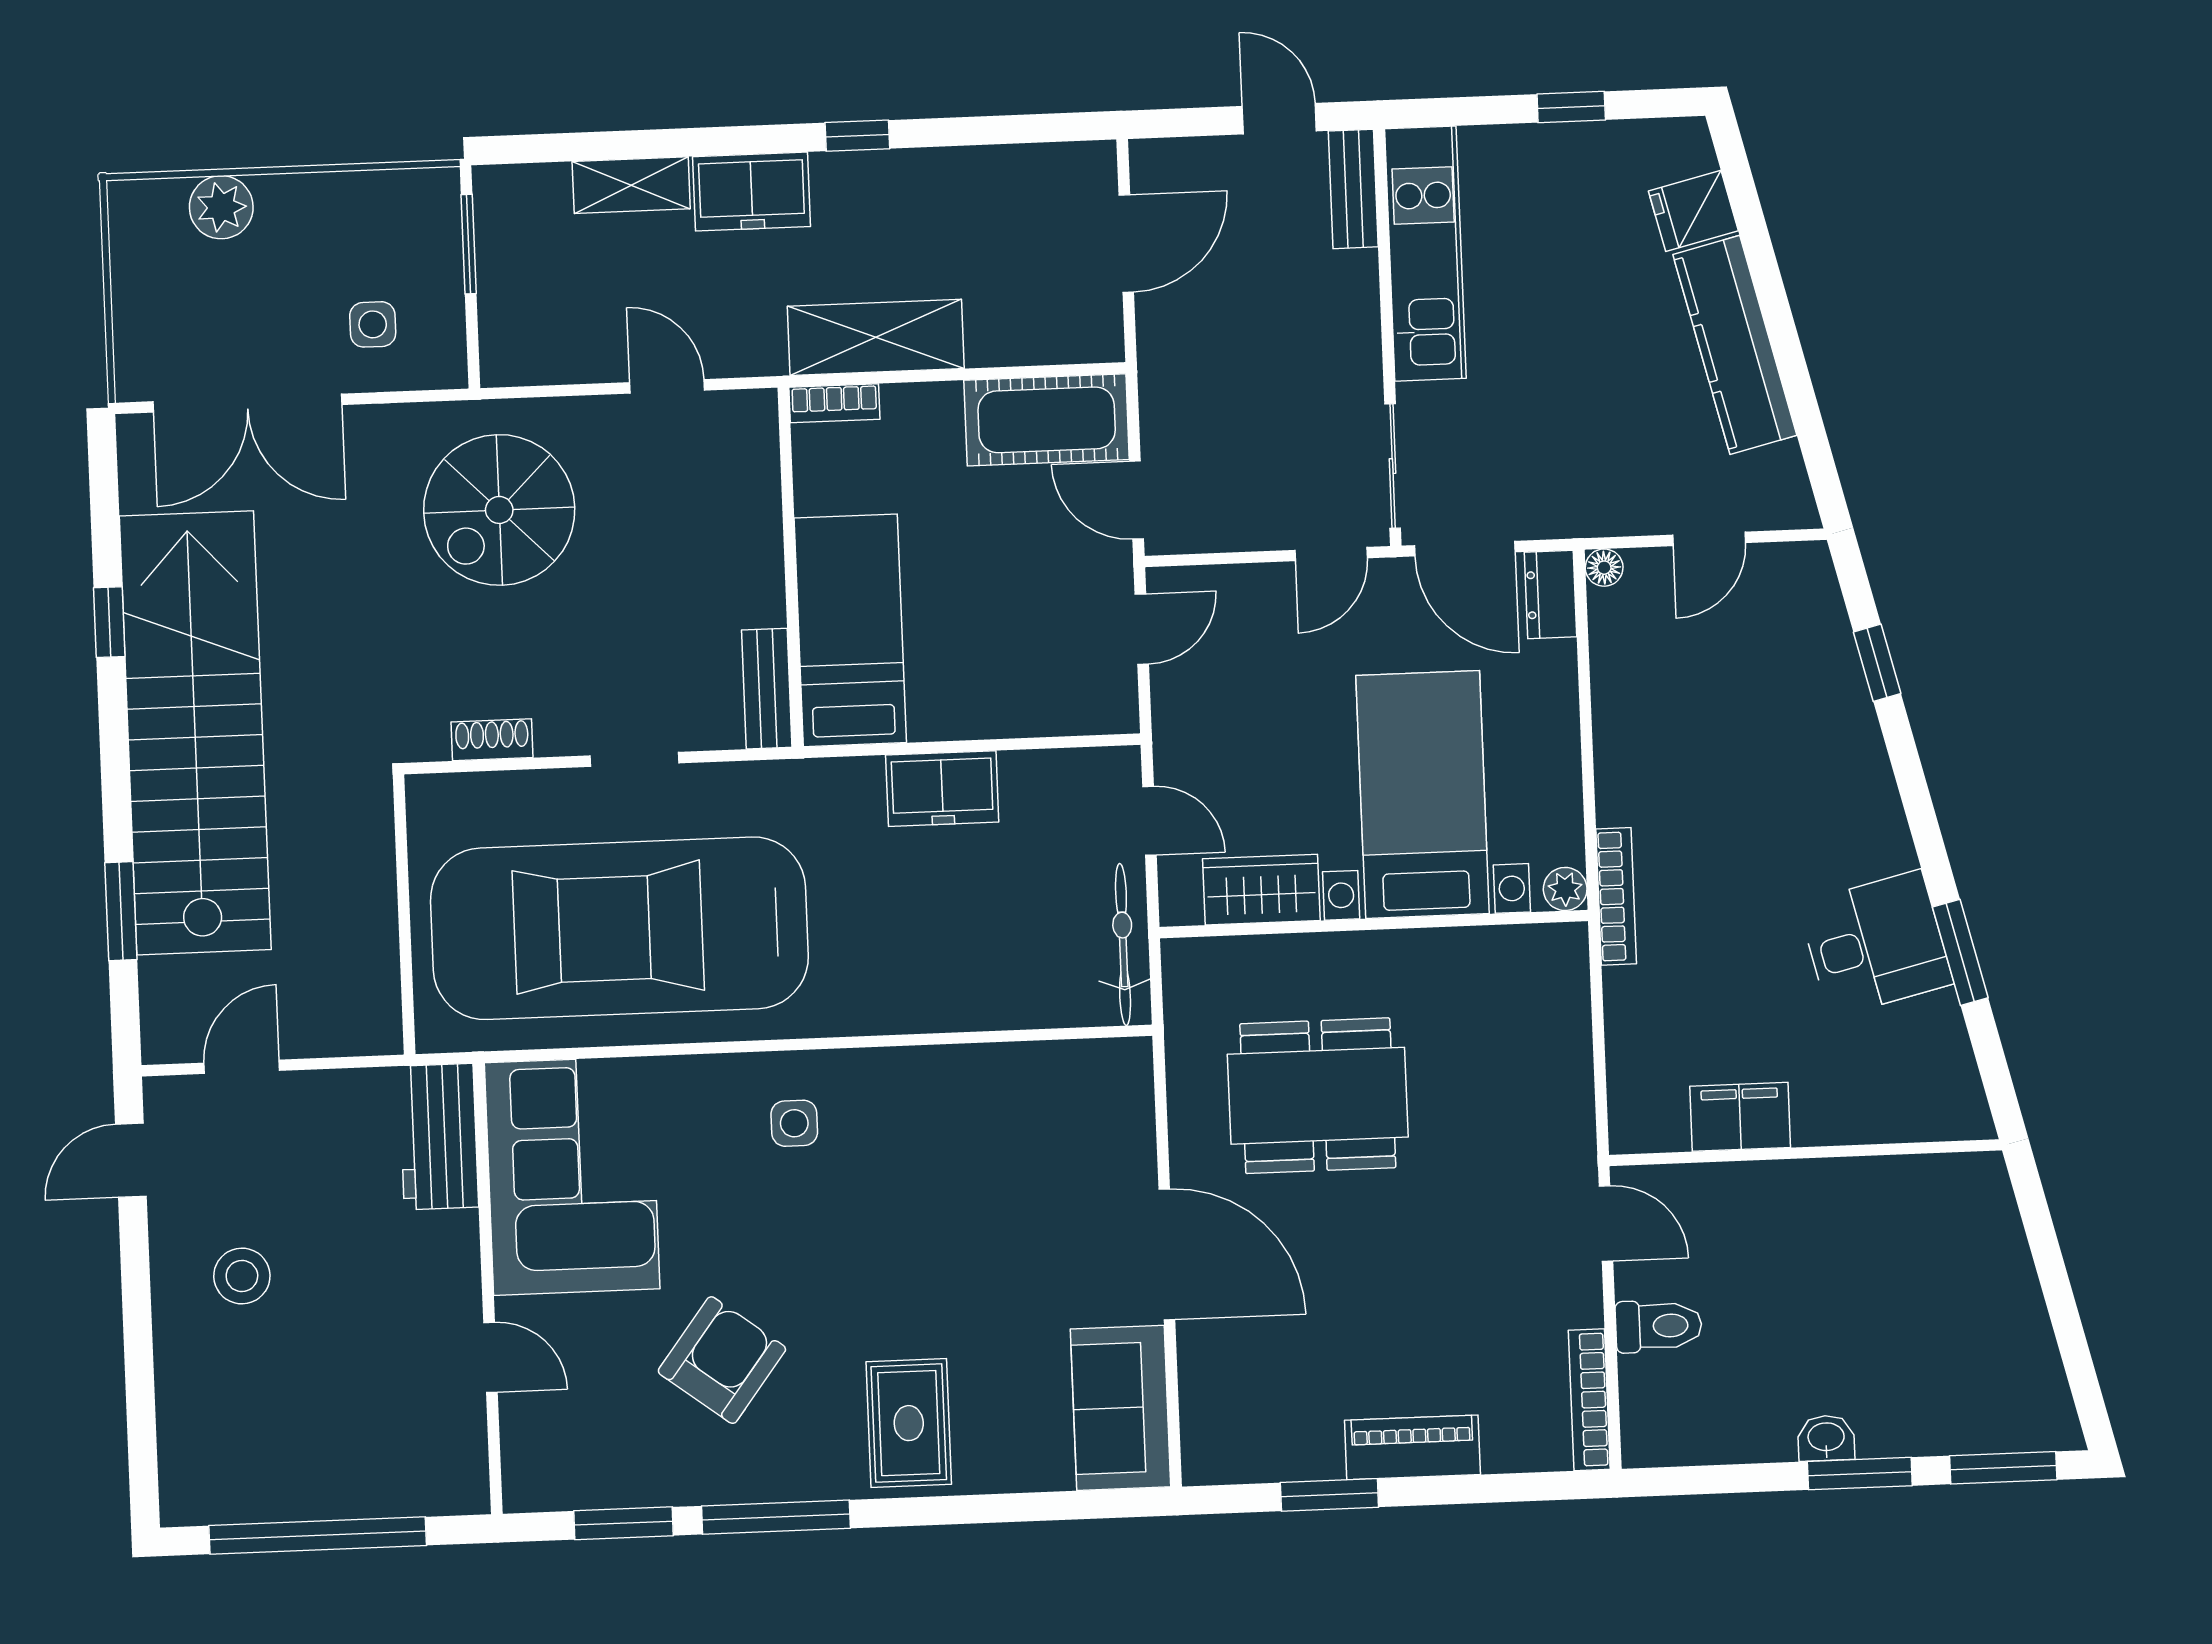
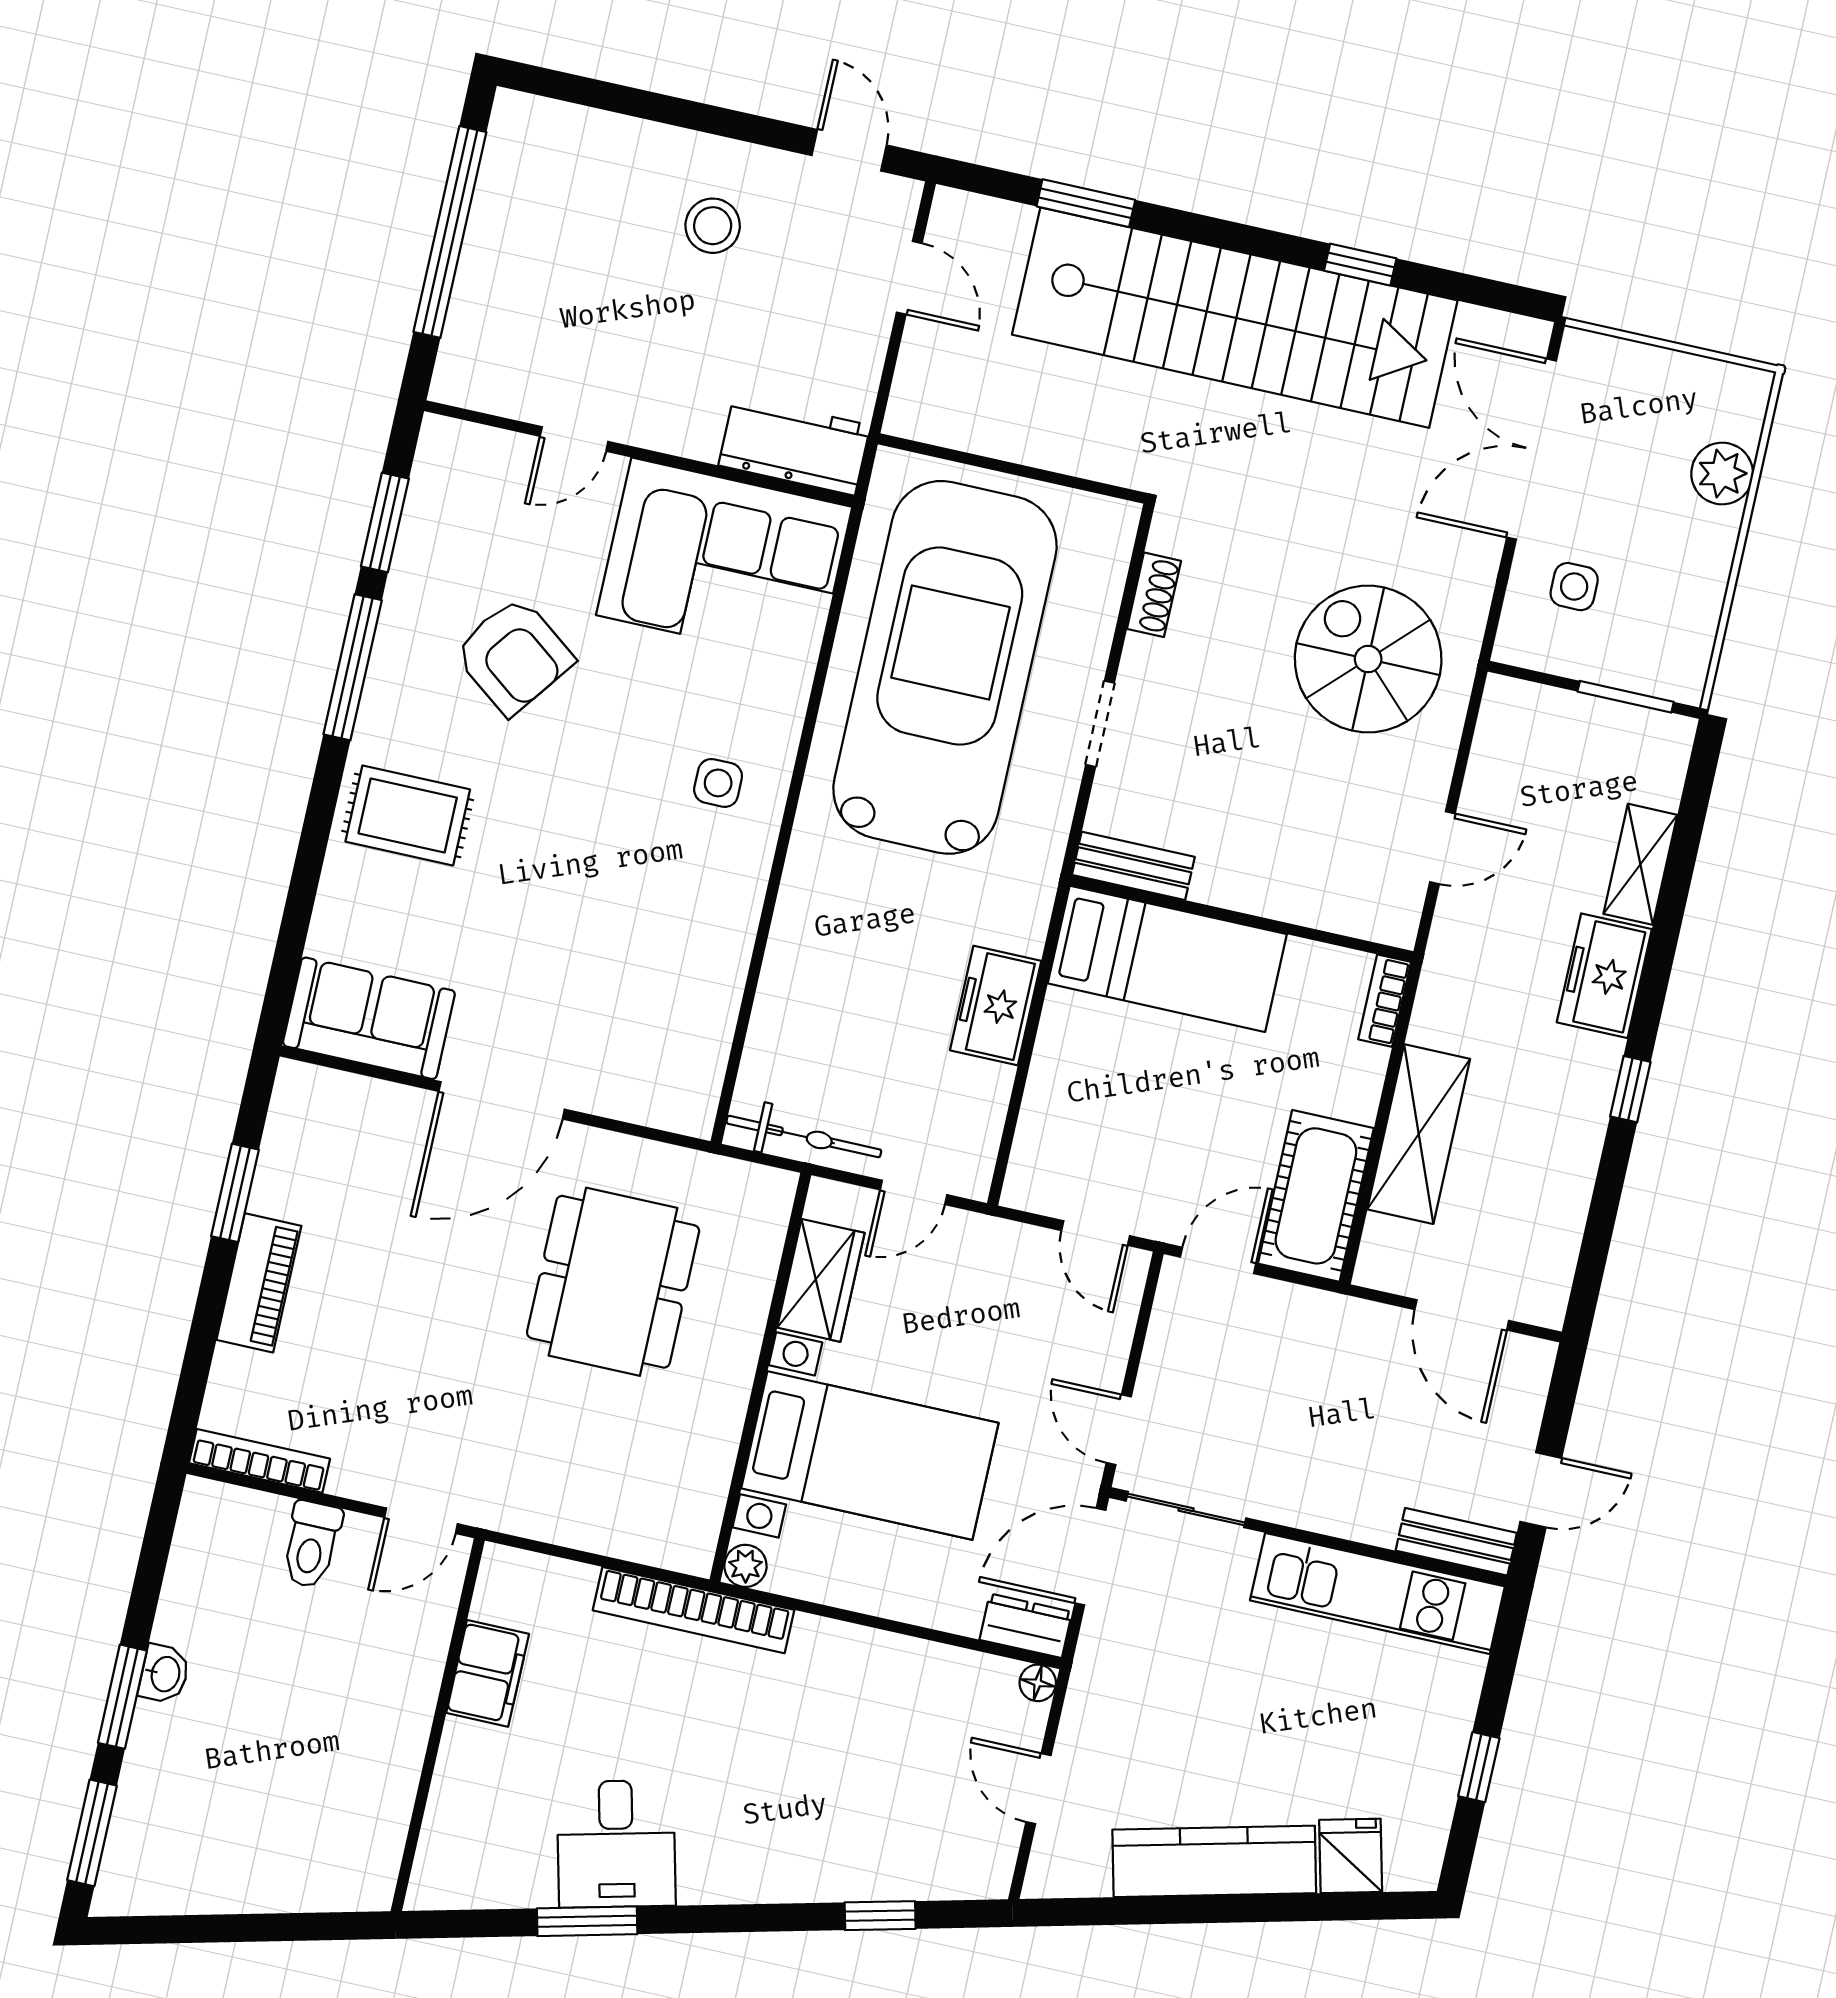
shelving: (876, 337) -> (1419, 1134), moved
bookcase: (1616, 896) -> (693, 1610), width x1.48, depth x1.31

